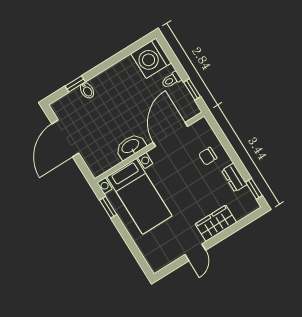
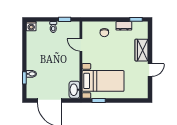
washing machine: (151, 58) -> (31, 26), width x0.53, depth x0.53
door: (170, 134) -> (81, 45), width x0.53
washbasin: (131, 146) -> (74, 90), moved
door: (195, 252) -> (150, 70), hinge flipped

